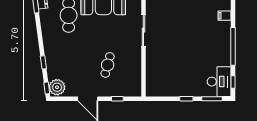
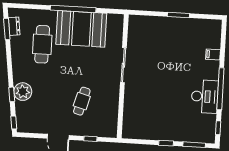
desk: (219, 82) -> (205, 96), moved
plant: (57, 87) -> (23, 92), moved

